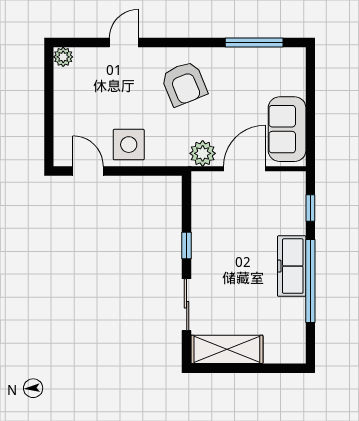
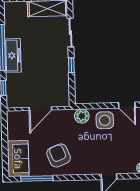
armchair: (184, 84) -> (59, 155), moved
sofa: (287, 129) -> (18, 159), moved
plant: (203, 153) -> (82, 116), moved

